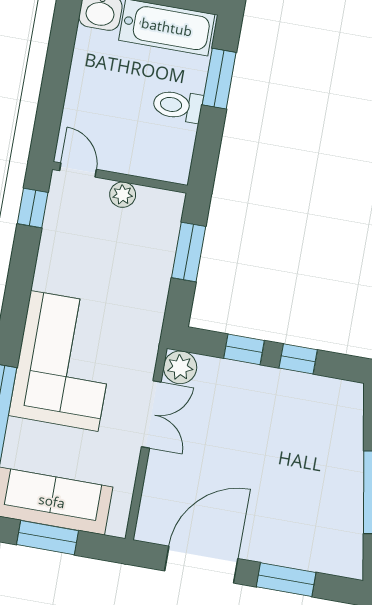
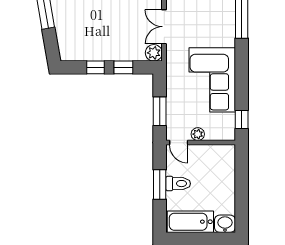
window: (219, 79) -> (160, 185), moved
door: (78, 170) -> (179, 143), moved
corner sofa: (64, 361) -> (212, 80), moved

